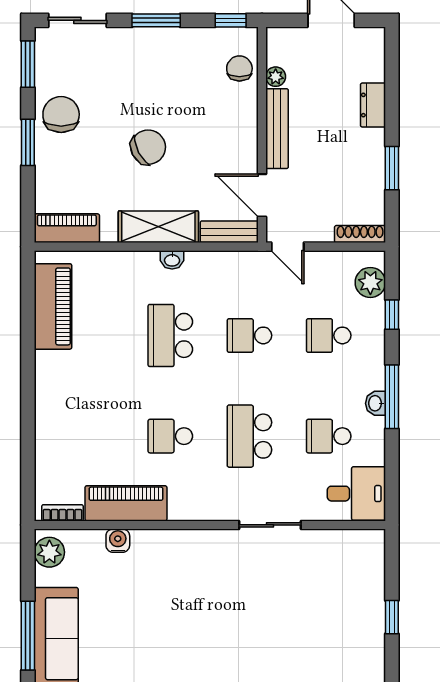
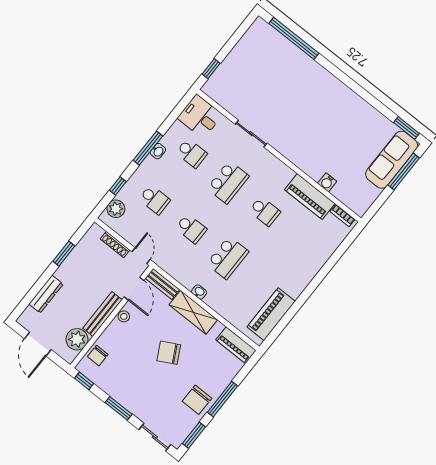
plant: (276, 77) -> (77, 339), width x1.87, depth x1.87
dresser: (373, 105) -> (46, 294), width x1.44
window: (28, 142) -> (223, 399), width x1.44
stool: (246, 148) -> (124, 316), added
shoe rack: (360, 234) -> (115, 245), moved
plant: (49, 552) -> (363, 202), removed
window: (392, 617) -> (211, 69), moved

